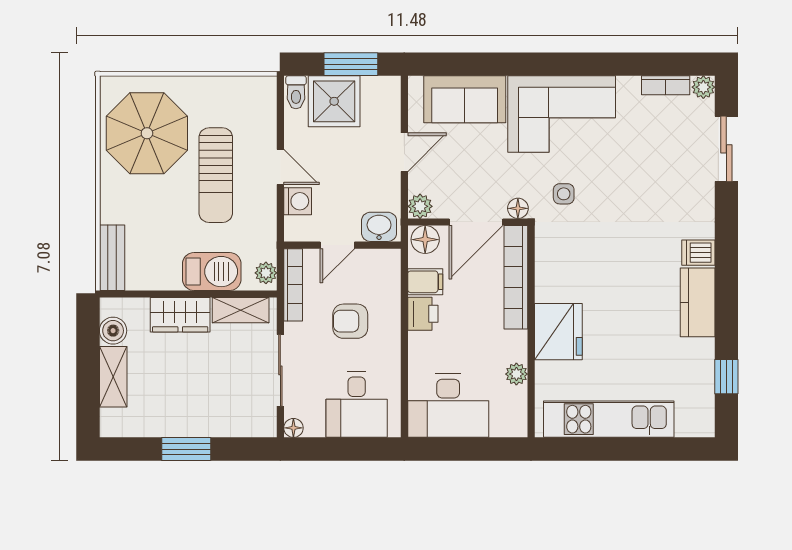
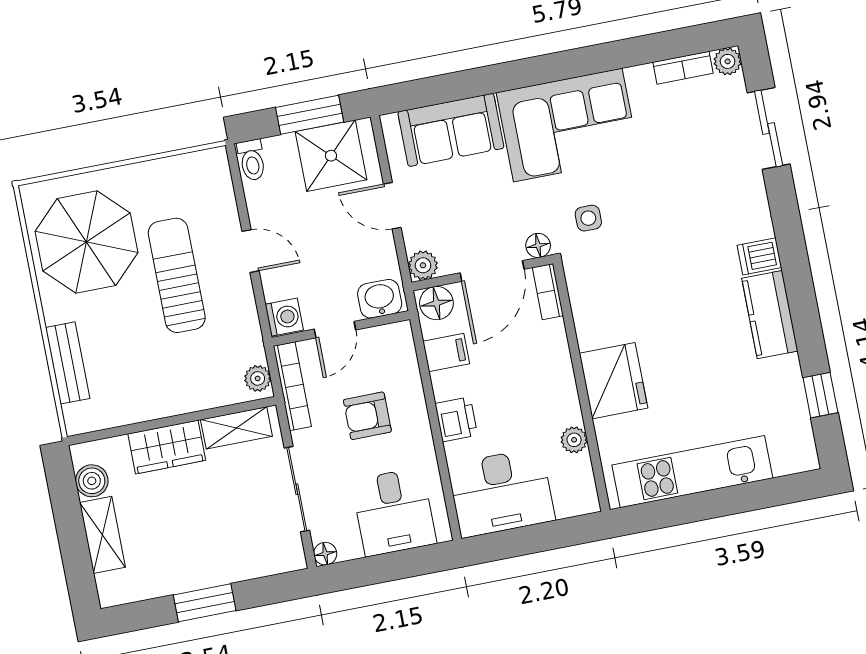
shower: (334, 101) -> (331, 156), moved
door: (404, 152) -> (392, 206), swing flipped
sun lounger: (216, 175) -> (177, 275), turned 180
washing machine: (298, 201) -> (284, 317), moved
bench: (112, 258) -> (68, 363), moved
barbecue: (212, 272) -> (194, 389), removed
bookcase: (516, 277) -> (548, 292), width x0.43, depth x0.76
printer: (423, 314) -> (456, 419), moved

